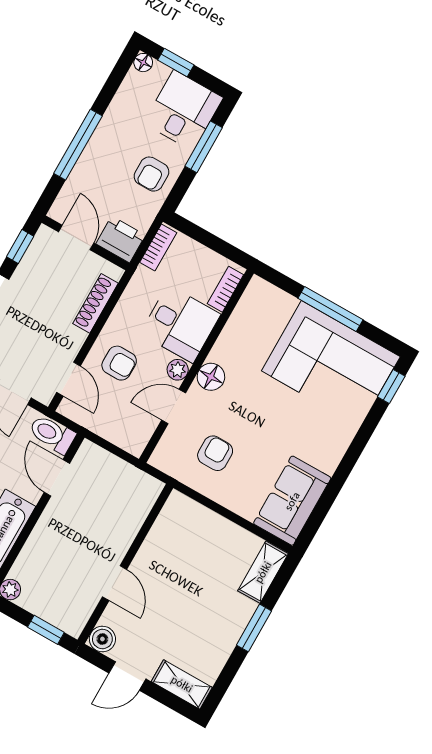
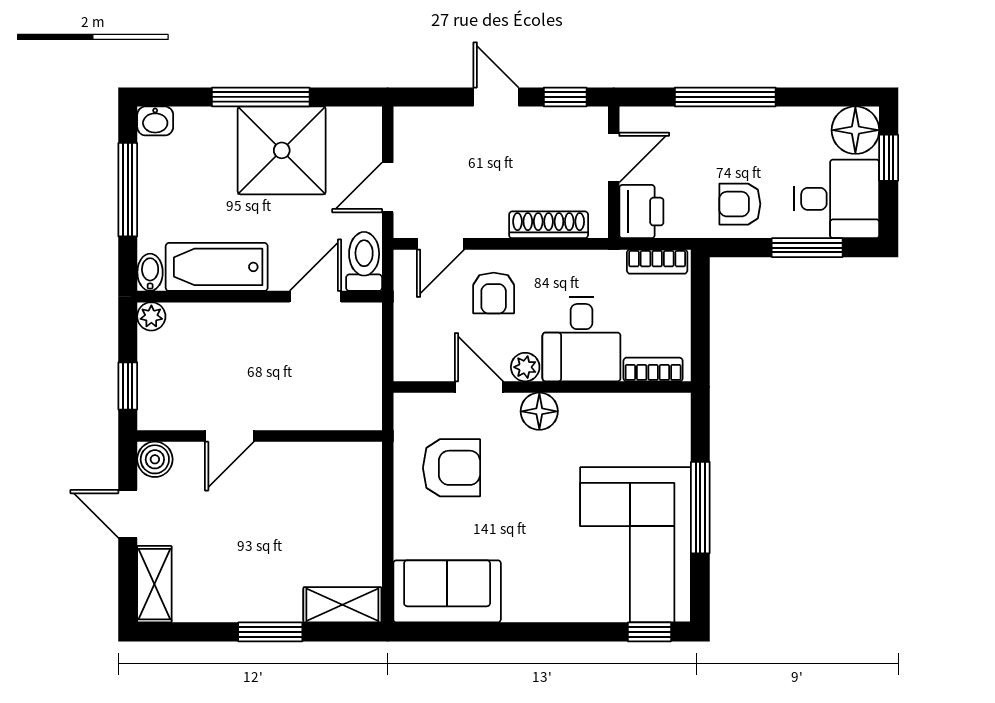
floor lamp: (143, 63) -> (855, 130), width x1.89, depth x1.89
armchair: (215, 453) -> (451, 468), width x1.38, depth x1.38

